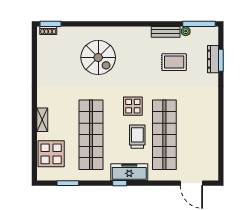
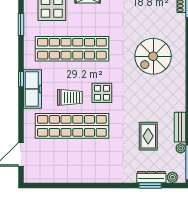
plant: (213, 39) -> (172, 177), added

